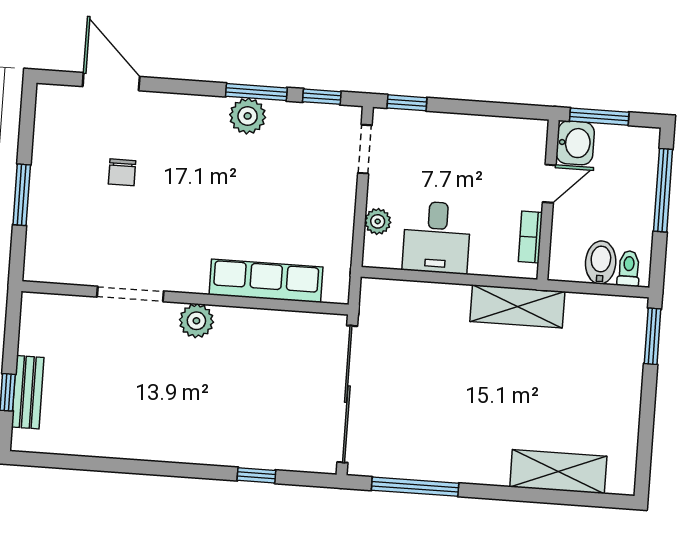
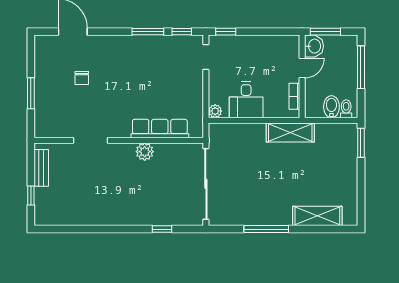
plant: (248, 116) -> (144, 44), removed
plant: (378, 221) -> (215, 111), moved
plant: (196, 321) -> (145, 152), moved
bench: (28, 392) -> (41, 168), moved
window: (415, 487) -> (266, 229), moved

